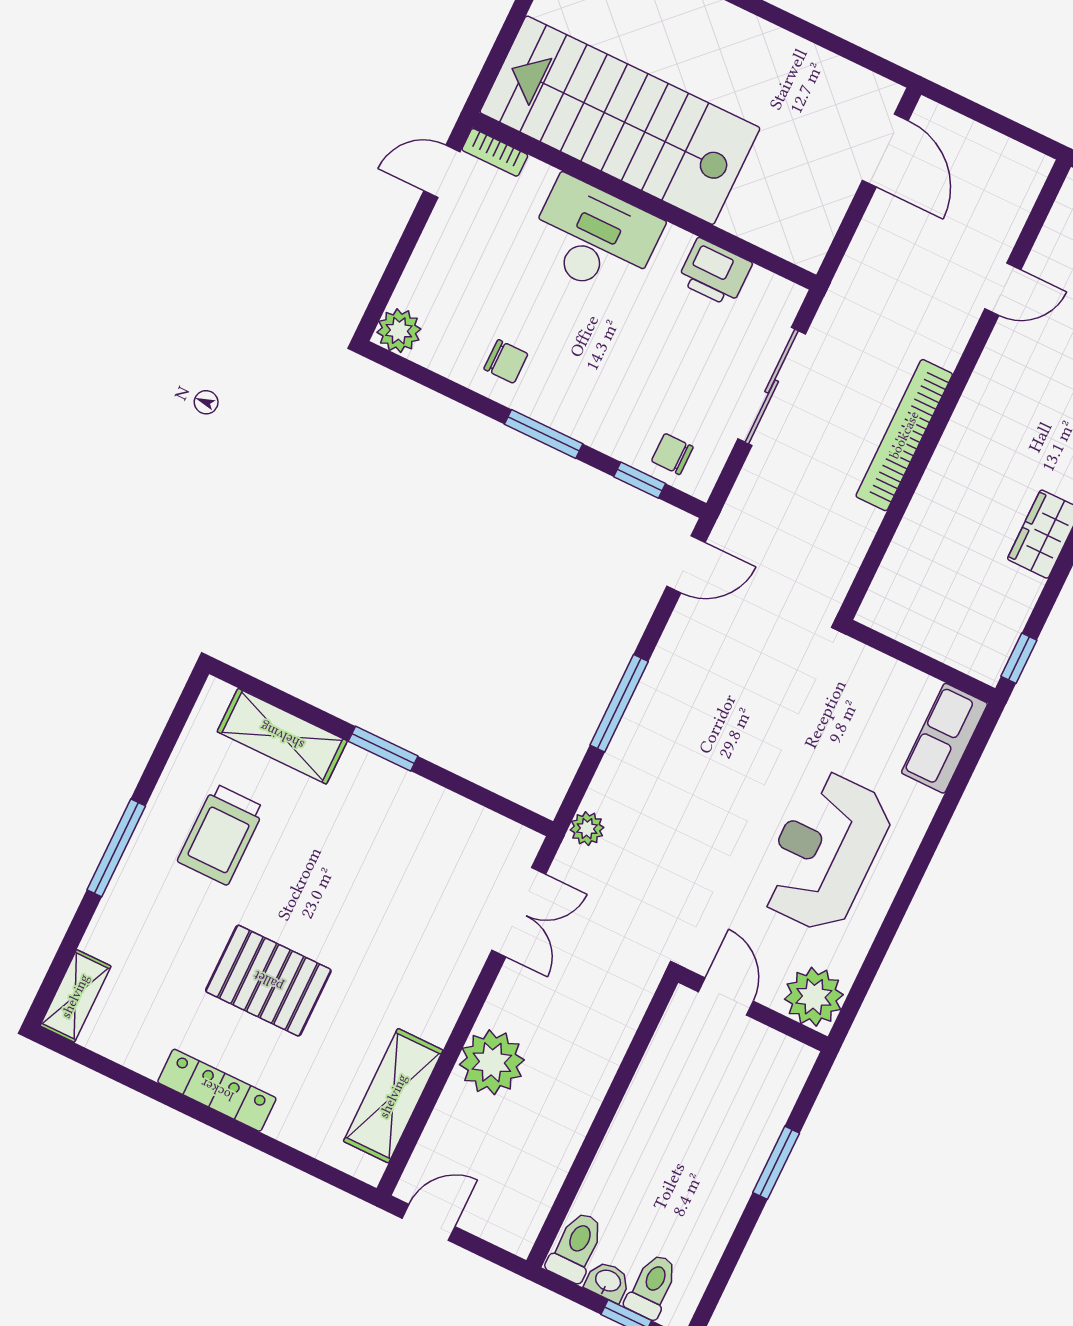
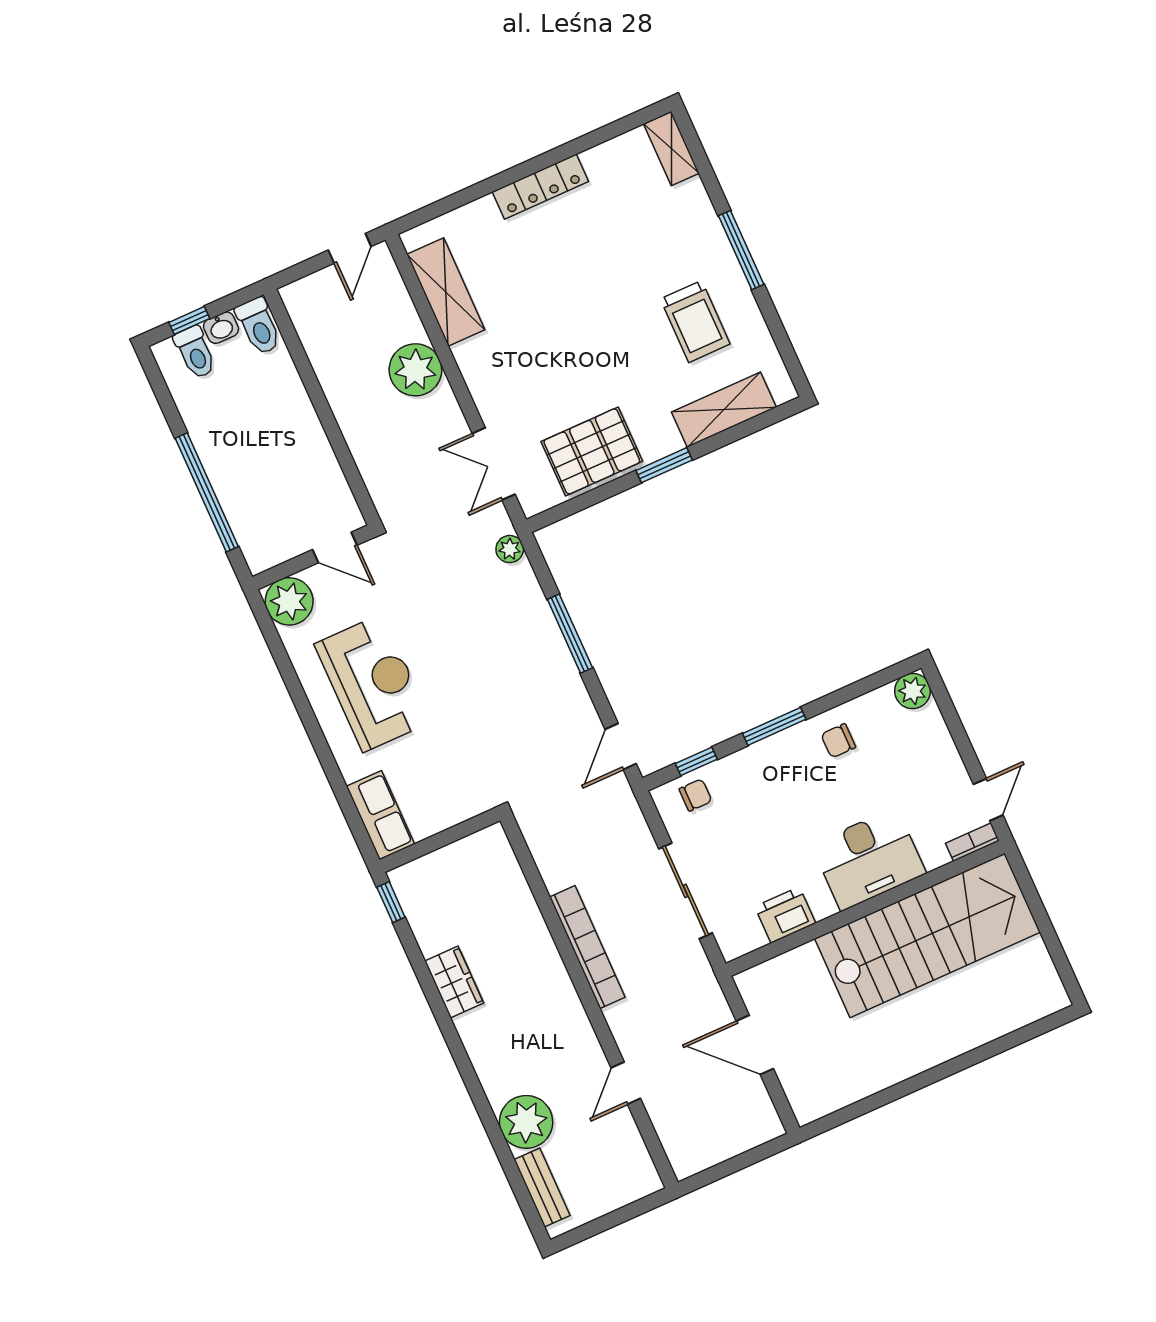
door: (885, 150) -> (755, 1045), moved
trolley: (221, 834) -> (695, 321), turned 180
pallet: (268, 981) -> (592, 451), moved
window: (776, 1163) -> (207, 492), width x2.11

